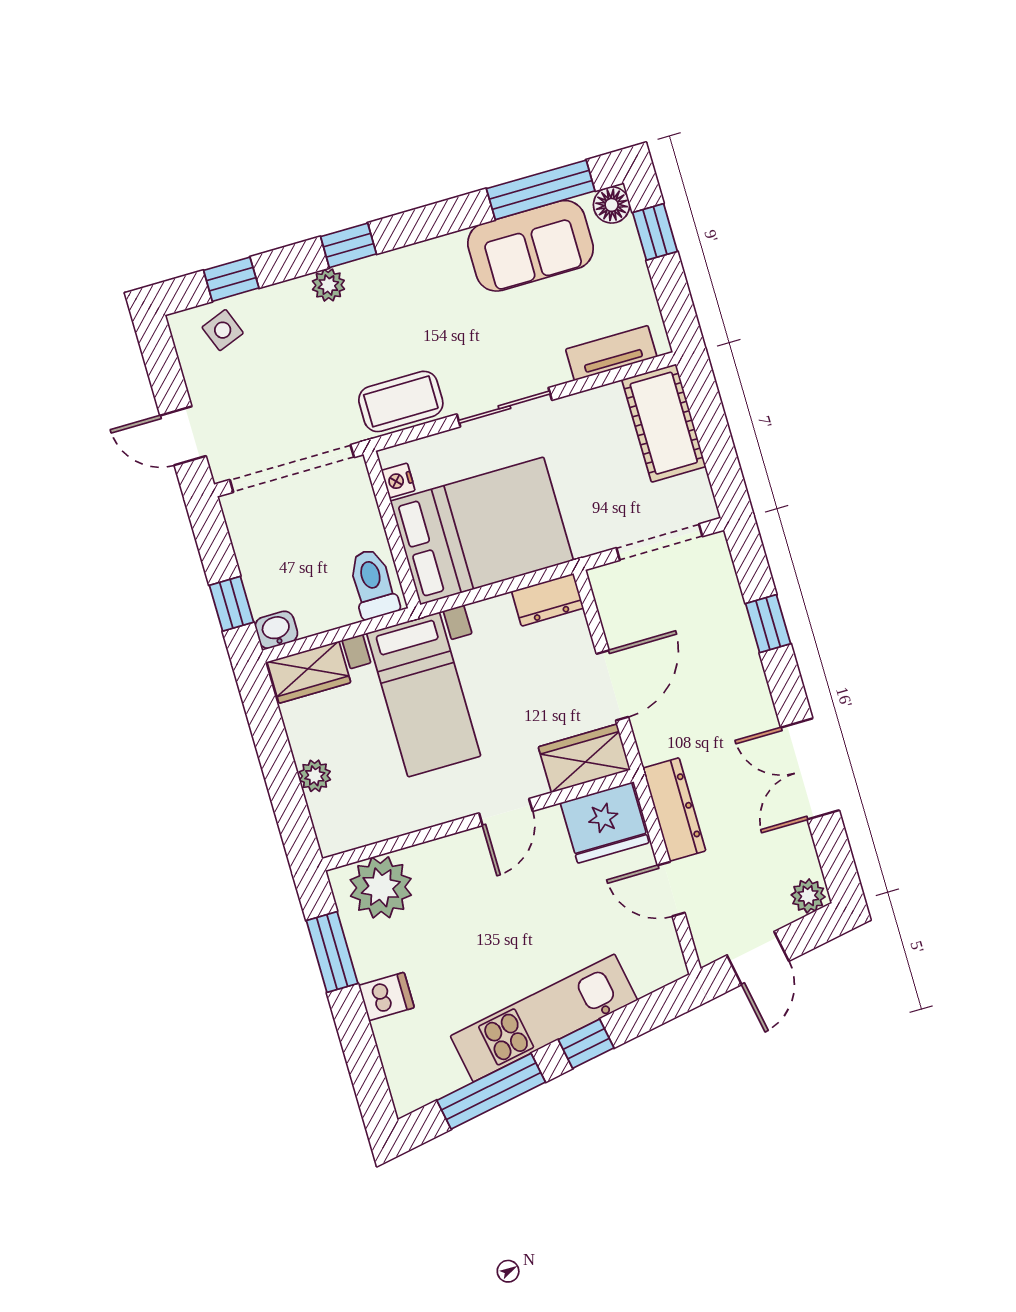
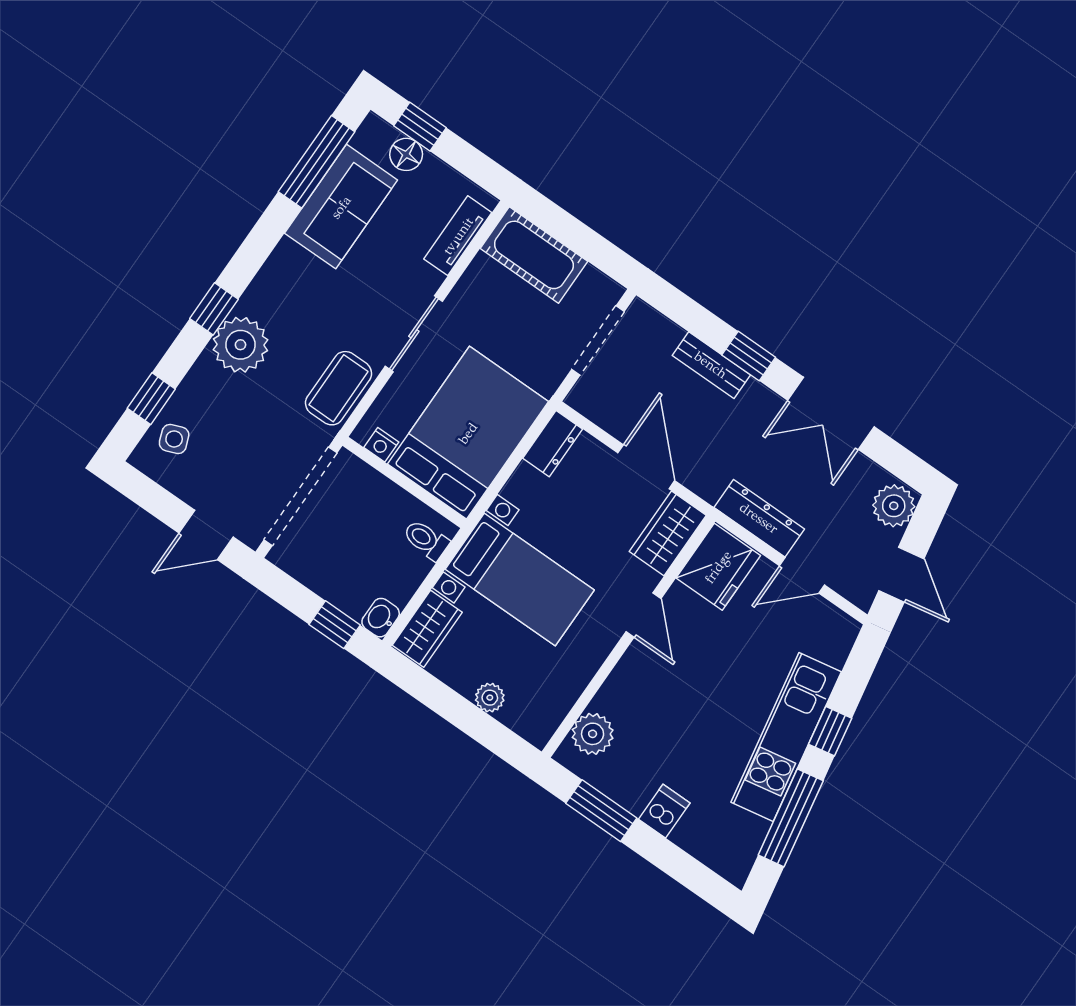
floor lamp: (612, 205) -> (406, 154), moved
plant: (328, 285) -> (240, 345), width x1.88, depth x1.88
toilet: (373, 584) -> (426, 540), width x0.73, depth x0.72
window: (768, 624) -> (749, 356), moved
bench: (740, 643) -> (711, 365), added
plant: (381, 887) -> (593, 734), width x0.73, depth x0.73
plant: (808, 896) -> (894, 506), width x1.38, depth x1.38

